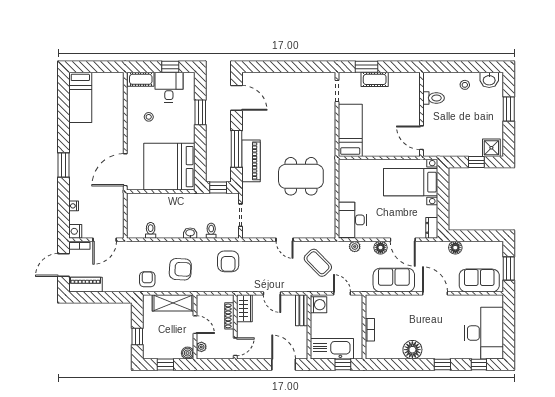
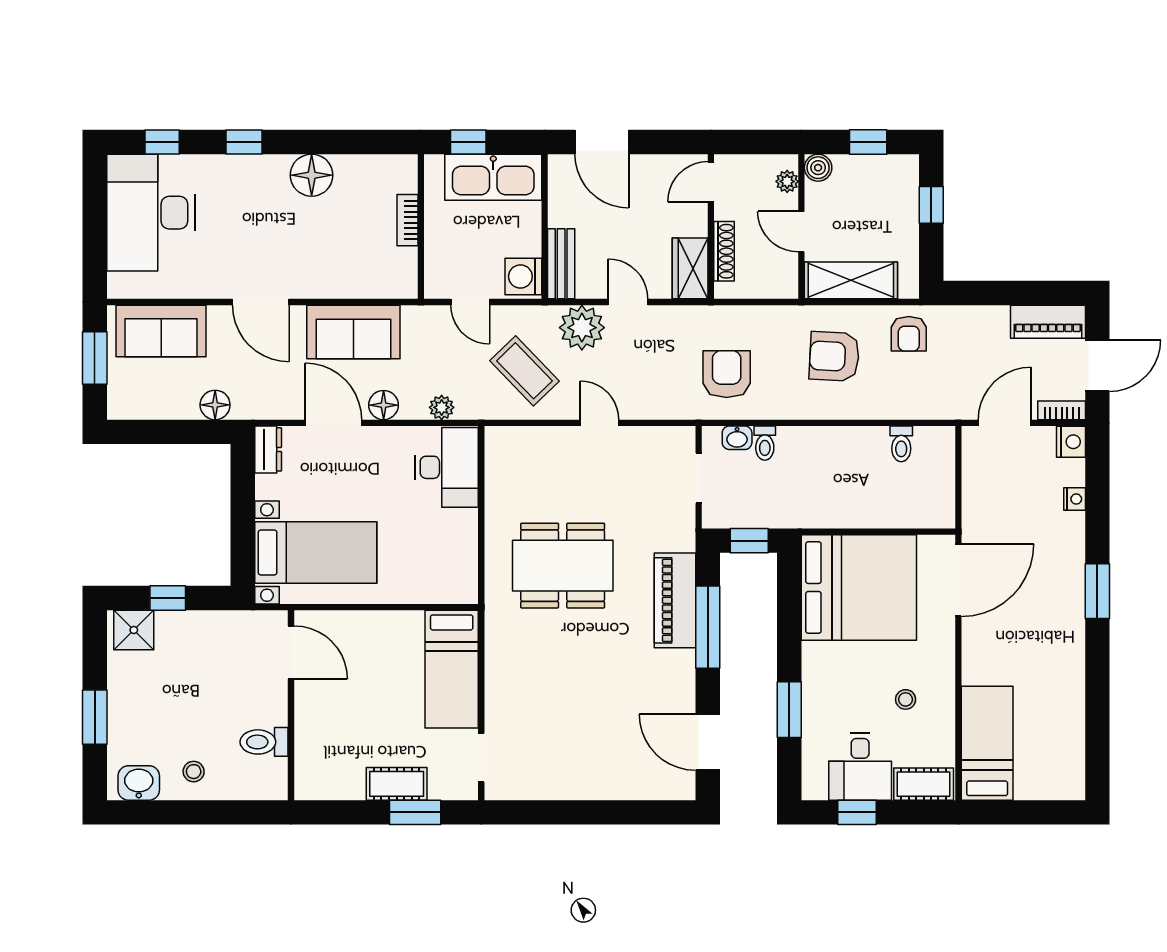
bed: (80, 97) -> (987, 743), moved
washbasin: (190, 233) -> (737, 438), moved
plant: (292, 282) -> (582, 328), added

